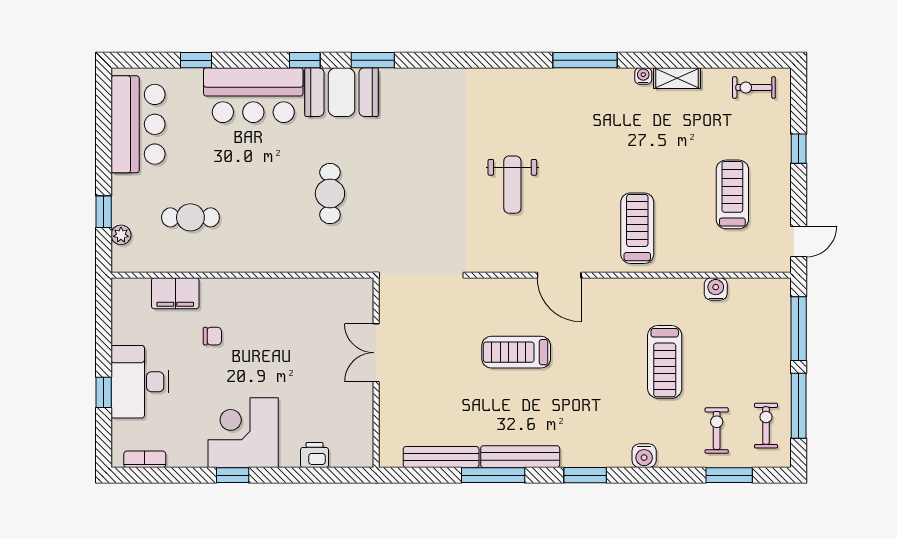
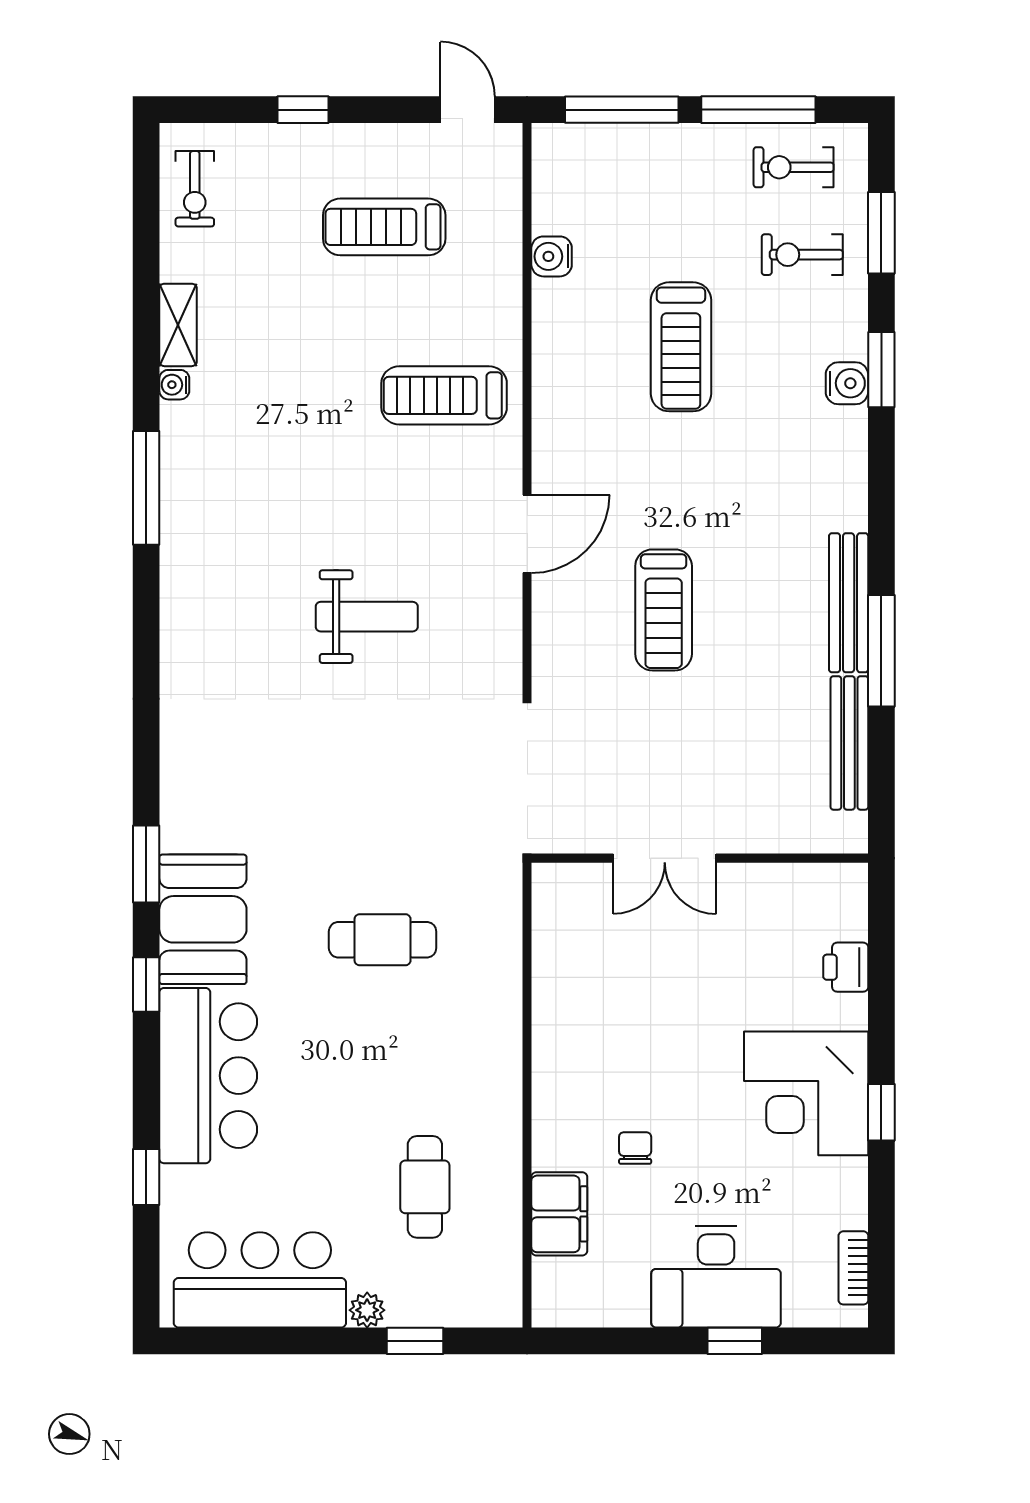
plant: (121, 235) -> (367, 1310), moved
treadmill: (665, 362) -> (681, 347), turned 90
window: (585, 475) -> (881, 370), moved

